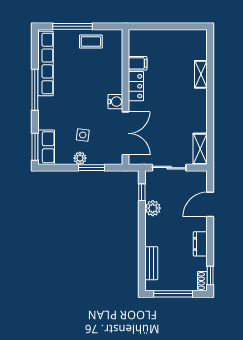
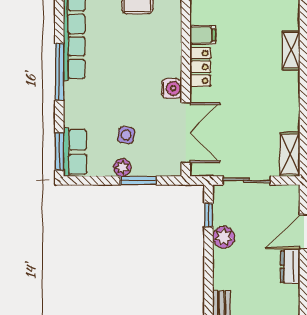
dresser: (200, 244) -> (290, 267), moved

